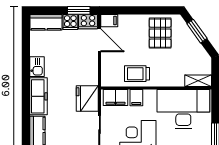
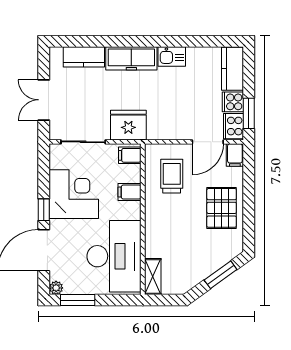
pallet: (160, 33) -> (222, 208), moved, turned 90
trolley: (137, 74) -> (172, 176), moved
filing cabinet: (116, 97) -> (130, 155), width x0.50

